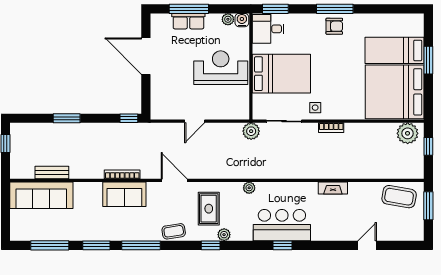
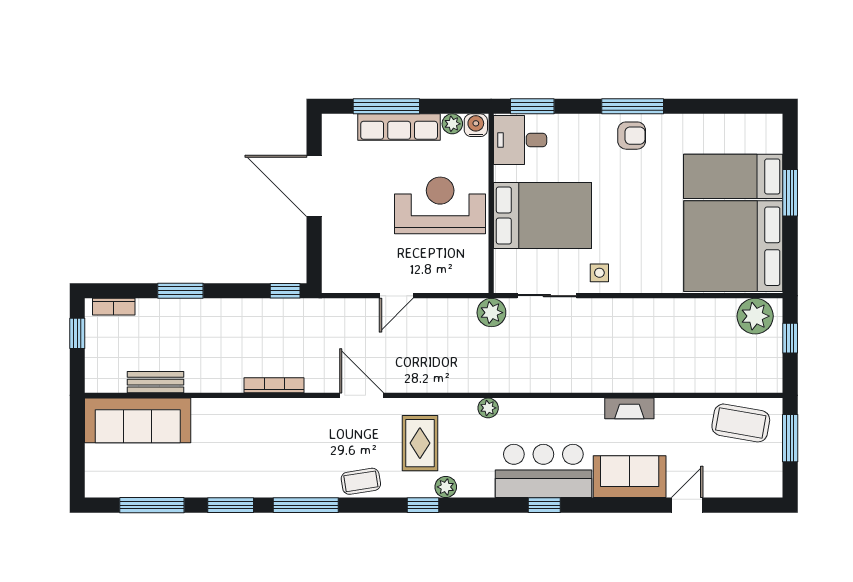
row of seats: (188, 21) -> (399, 127), width x1.48
bookcase: (331, 128) -> (114, 307), moved
sofa: (124, 194) -> (630, 477), moved, turned 180

